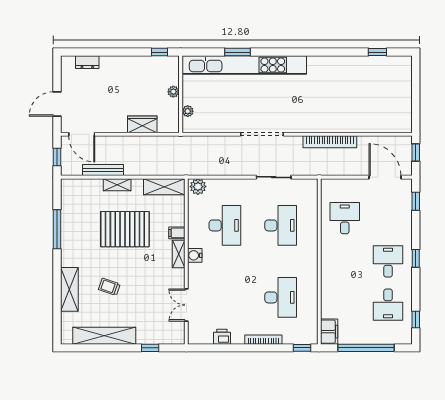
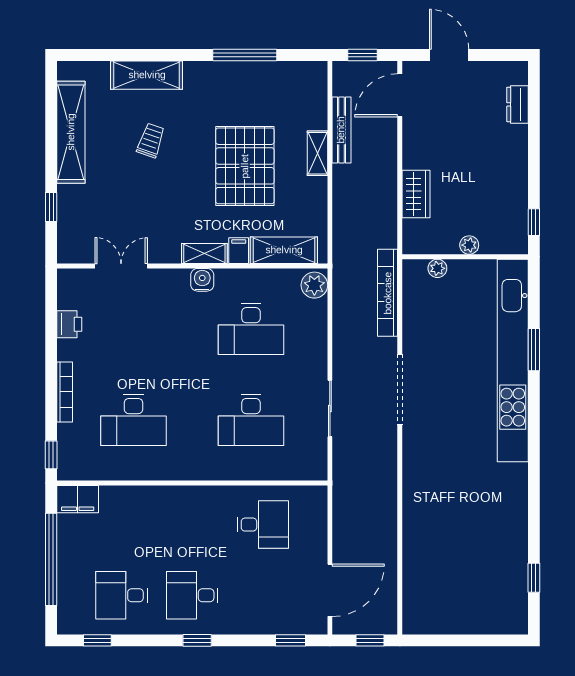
bookcase: (330, 142) -> (388, 293), moved
shelving: (164, 187) -> (284, 250), moved, turned 90
desk: (388, 261) -> (192, 595), turned 180

